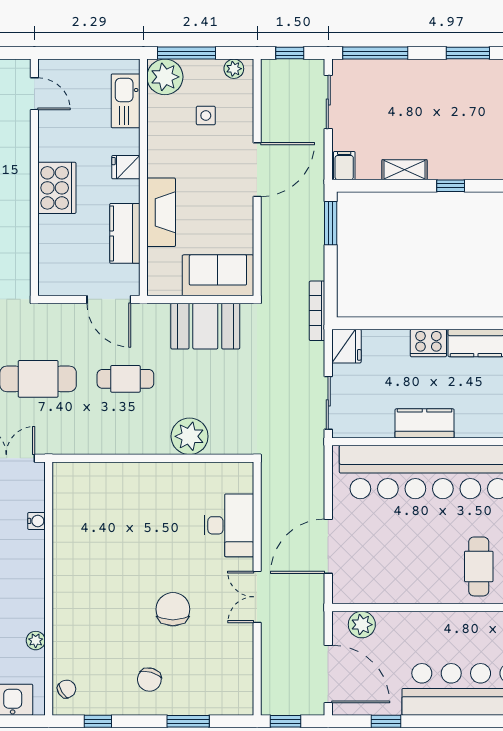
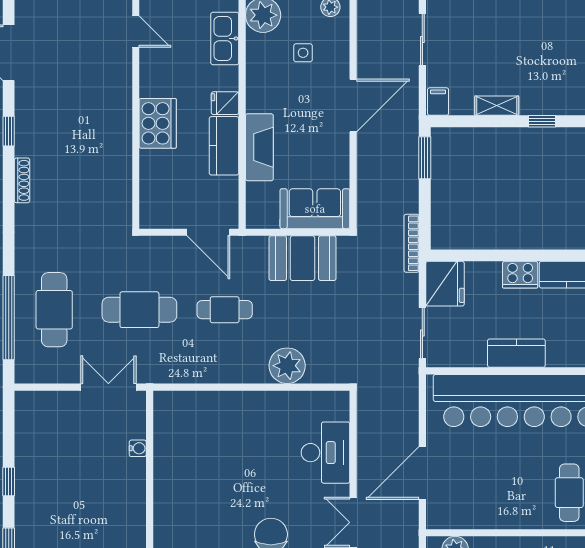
kitchen counter: (125, 233) -> (224, 146), moved
fridge: (346, 346) -> (445, 284), width x1.36, depth x1.34

